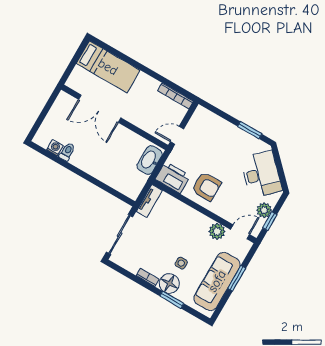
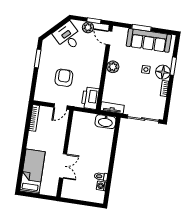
double door: (100, 109) -> (63, 166), width x0.73
door: (177, 135) -> (60, 106), hinge flipped
washbasin: (150, 160) -> (105, 122), moved
desk: (261, 174) -> (68, 36), width x0.73
armchair: (206, 186) -> (64, 78), moved
plant: (217, 231) -> (113, 67), moved

